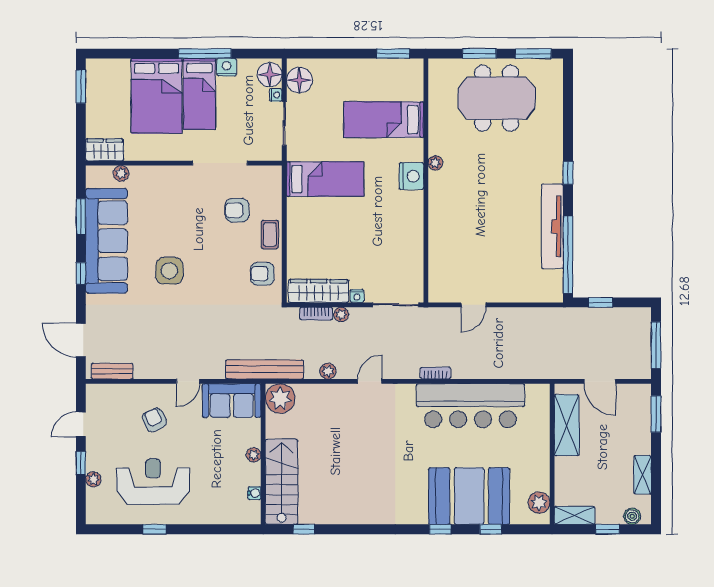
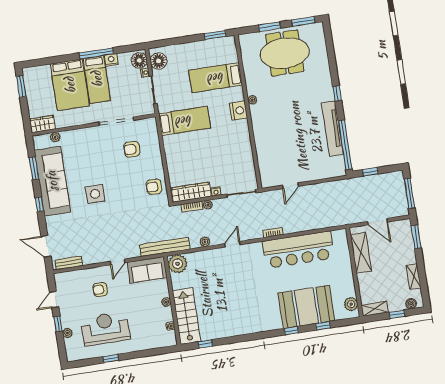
coffee table: (270, 234) -> (155, 161), removed
armchair: (154, 420) -> (100, 290), turned -65

